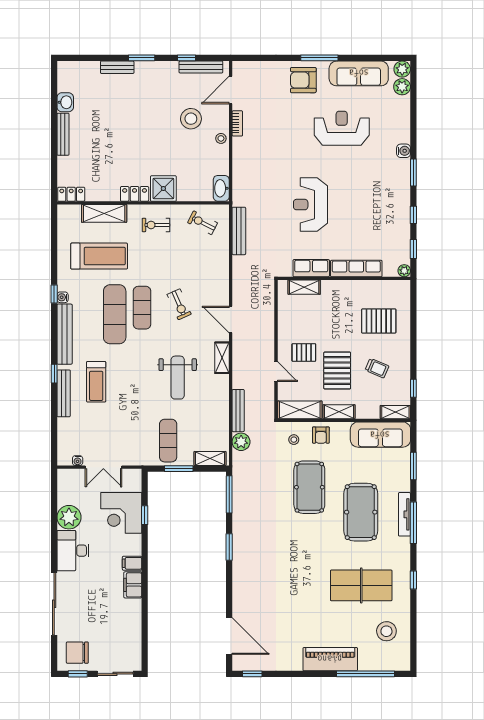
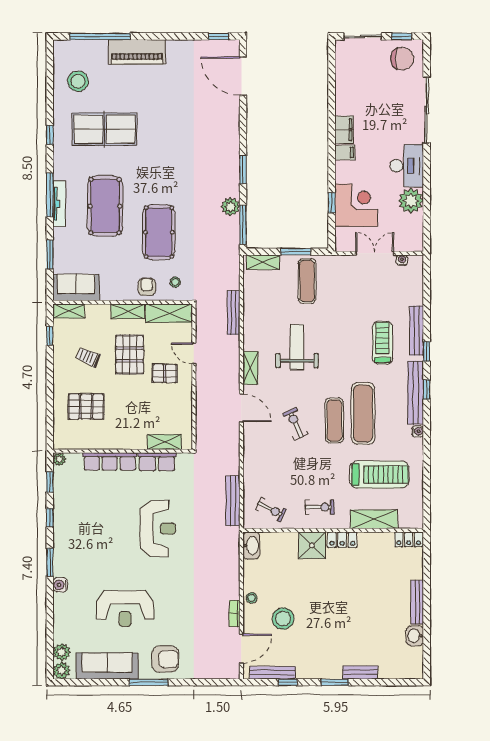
treadmill: (99, 256) -> (379, 475), turned 180
window: (54, 294) -> (427, 389), moved
sofa: (380, 435) -> (76, 287), width x0.73
plant: (241, 442) -> (231, 207), moved

